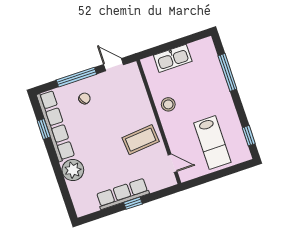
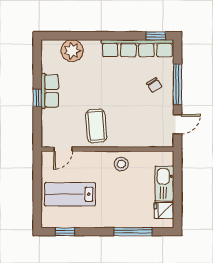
fridge: (198, 50) -> (164, 210), added
window: (44, 129) -> (156, 36), moved
plant: (73, 170) -> (72, 51), moved
row of seats: (123, 194) -> (50, 91), width x0.68

